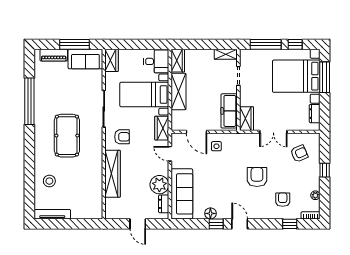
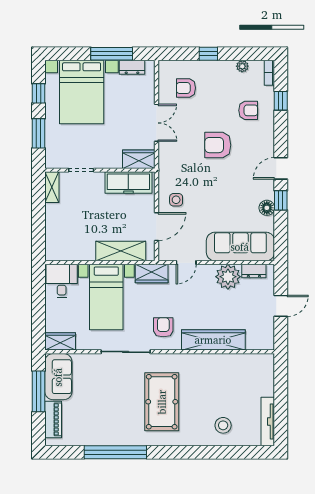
window: (266, 44) -> (39, 133), width x0.69
wardrobe: (178, 61) -> (60, 252), removed
window: (325, 77) -> (112, 54), moved
shelving: (178, 91) -> (121, 251), moved
pool table: (67, 136) -> (162, 402), turned 90
armchair: (299, 154) -> (186, 88), turned -67
armchair: (283, 200) -> (248, 110), turned 180

